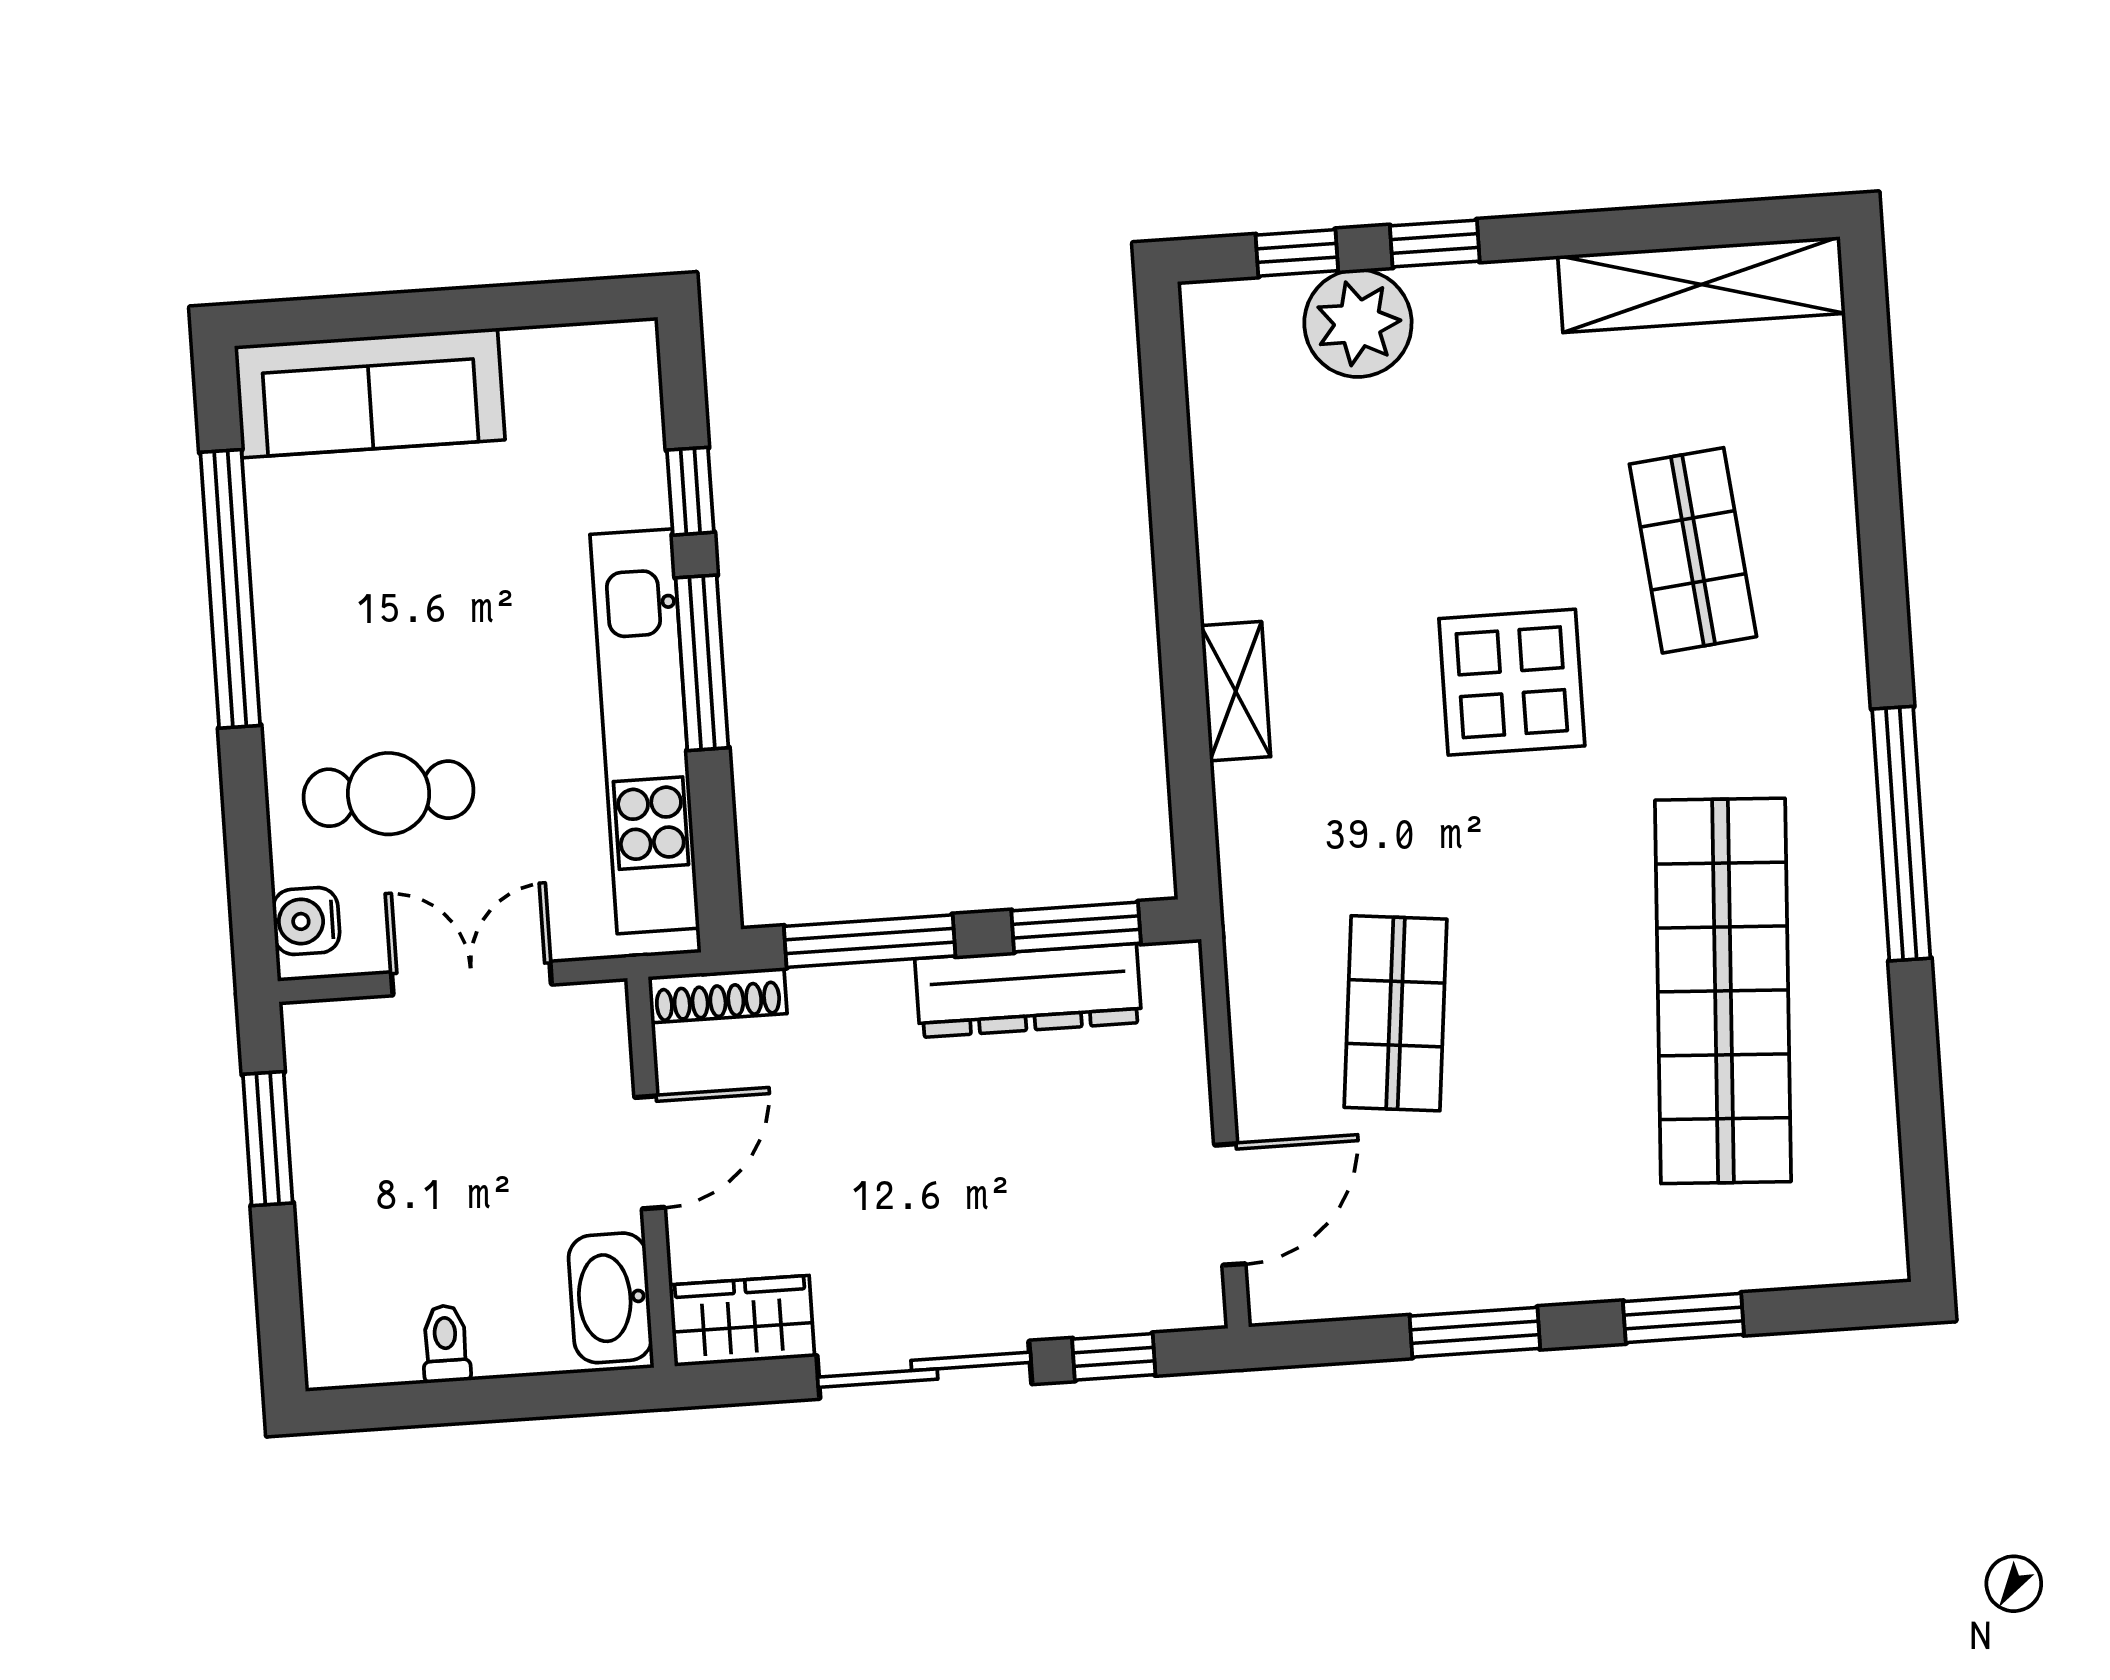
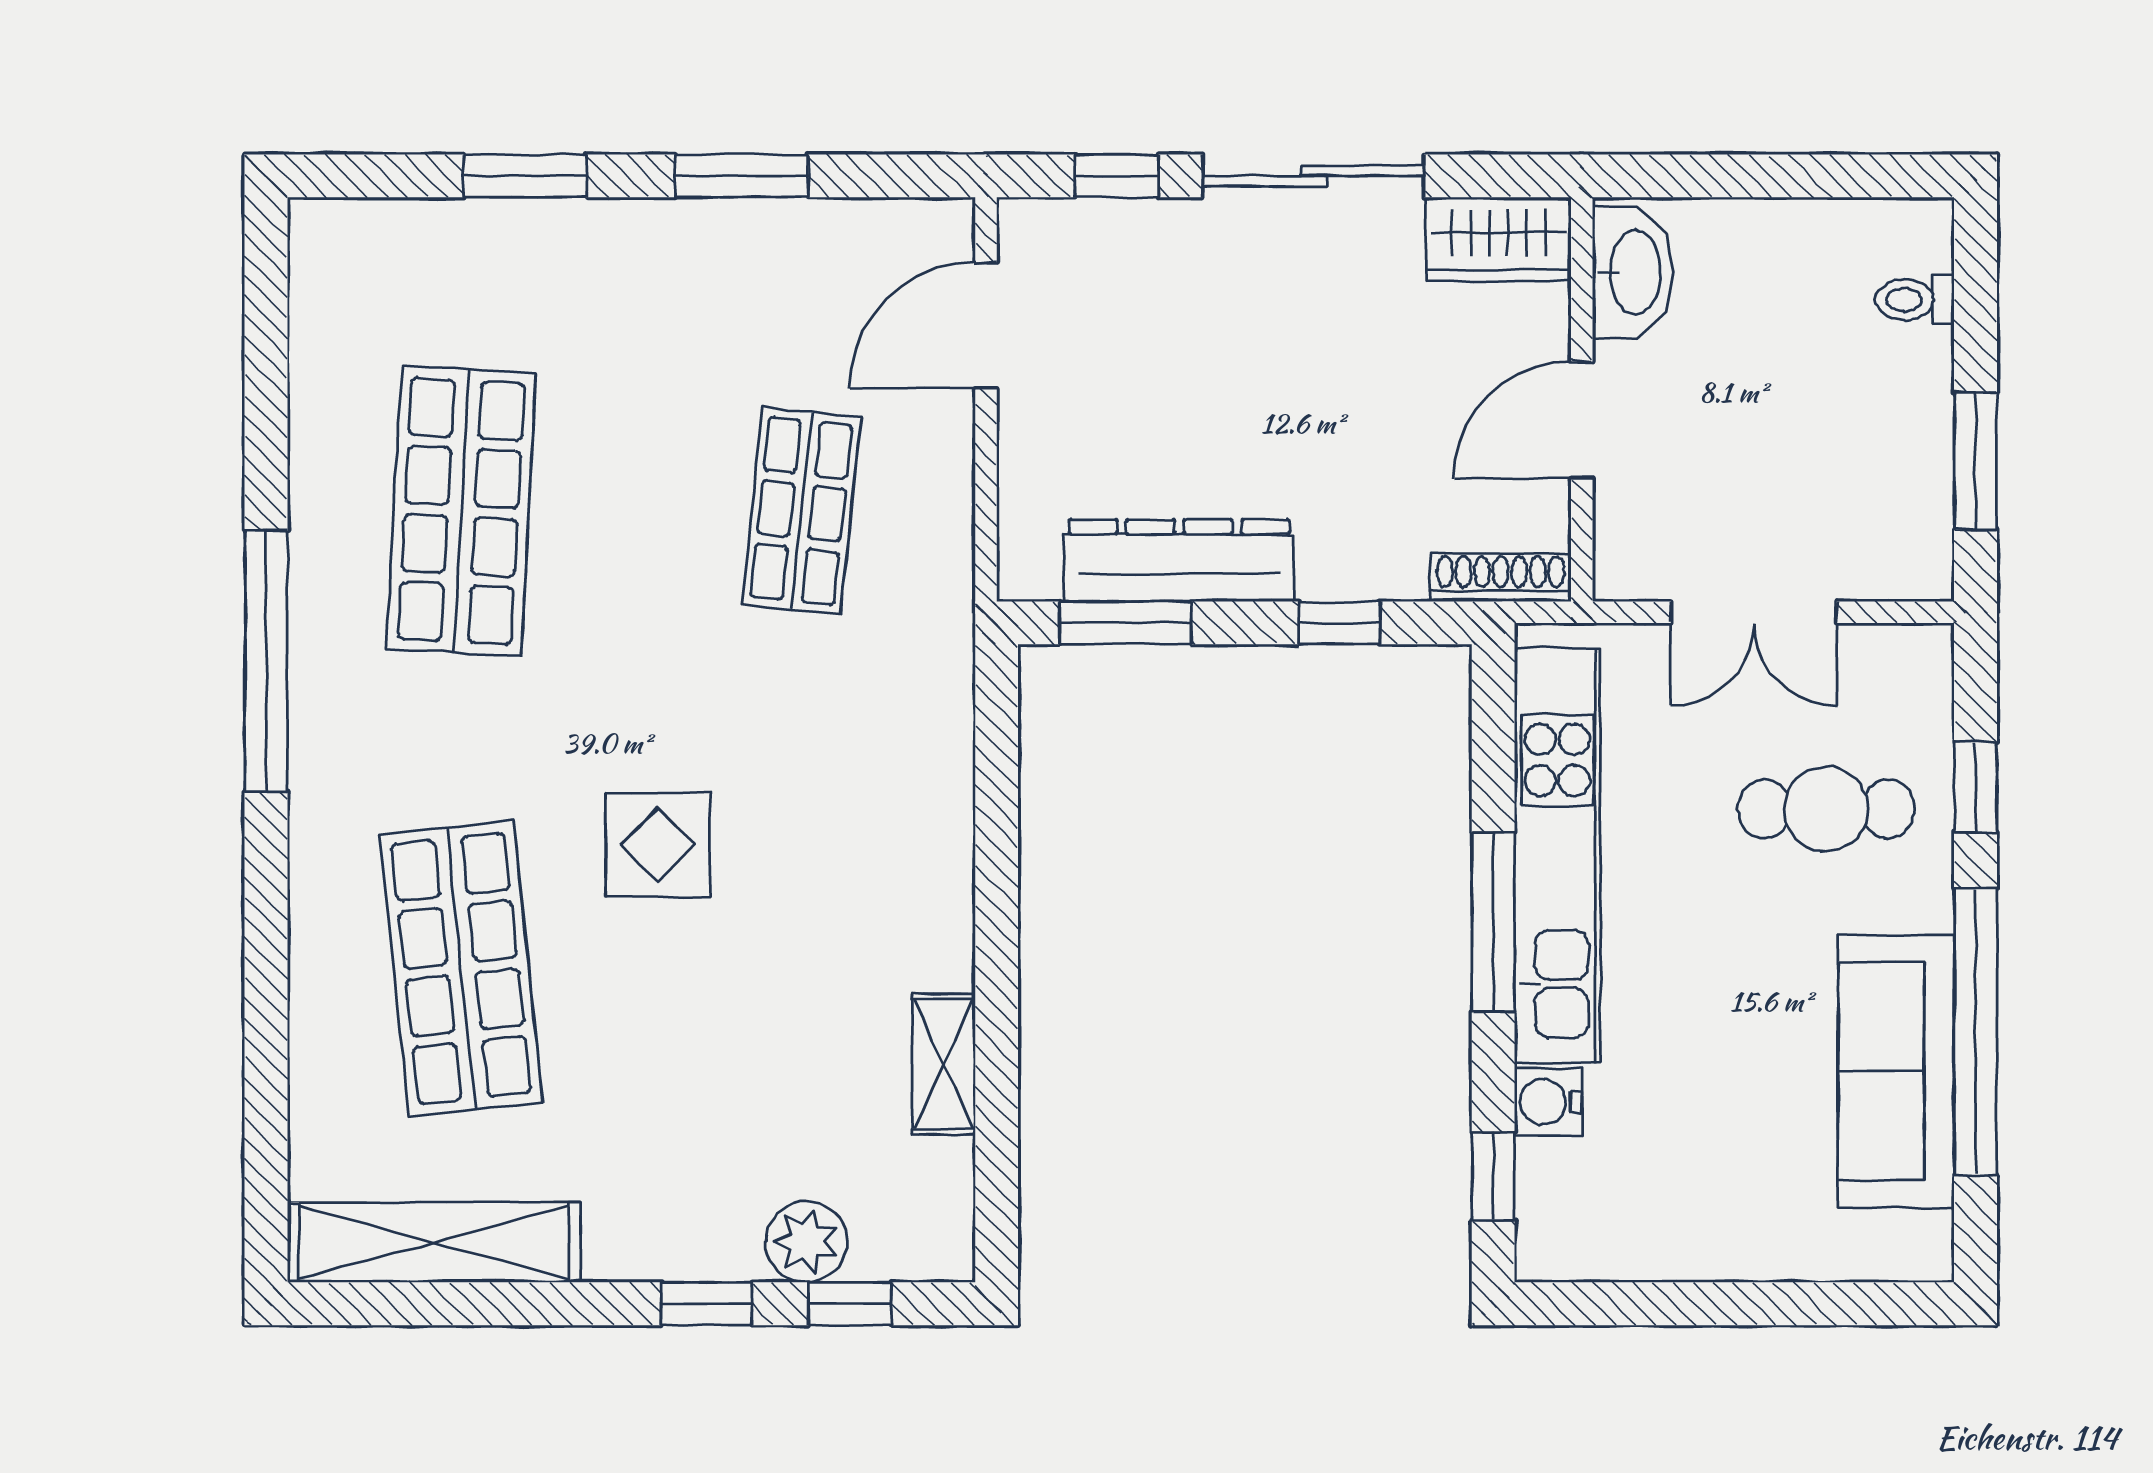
plant: (1358, 323) -> (806, 1242), width x0.73, depth x0.73
sofa: (370, 393) -> (1896, 1071), moved, turned -90
window: (690, 491) -> (1493, 1176), moved
shop shelf: (1693, 550) -> (461, 969), width x1.43, depth x1.36
display table: (1512, 682) -> (658, 845), width x0.73, depth x0.73
shelving: (1236, 691) -> (944, 1064), moved
window: (246, 824) -> (1975, 787), added
water cooler: (306, 921) -> (1548, 1102), moved, turned 180
window: (870, 941) -> (1340, 623), width x0.46
shop shelf: (1723, 991) -> (461, 511), width x0.71
toilet: (446, 1344) -> (1915, 300), moved, turned 90

